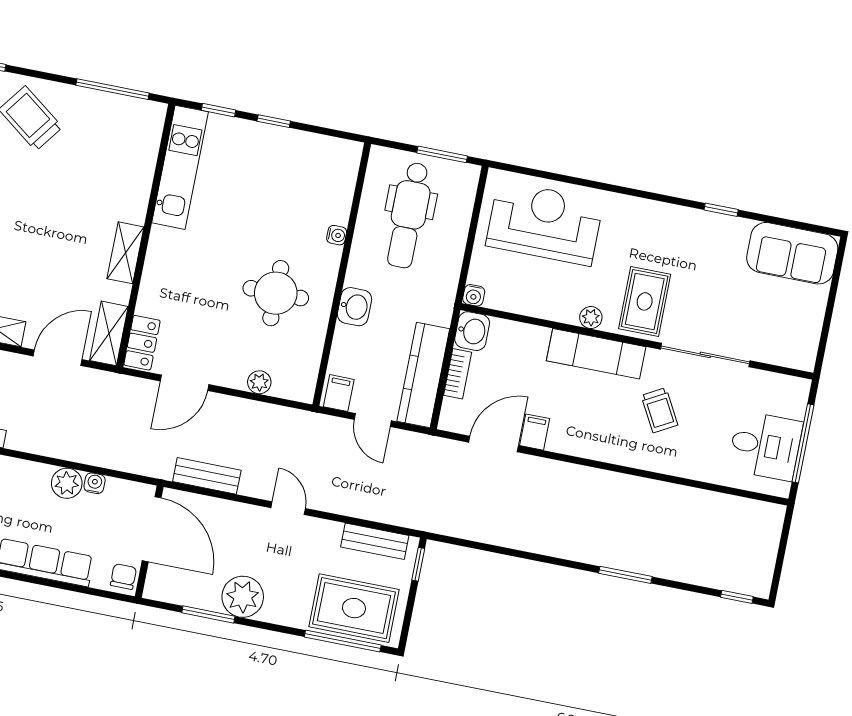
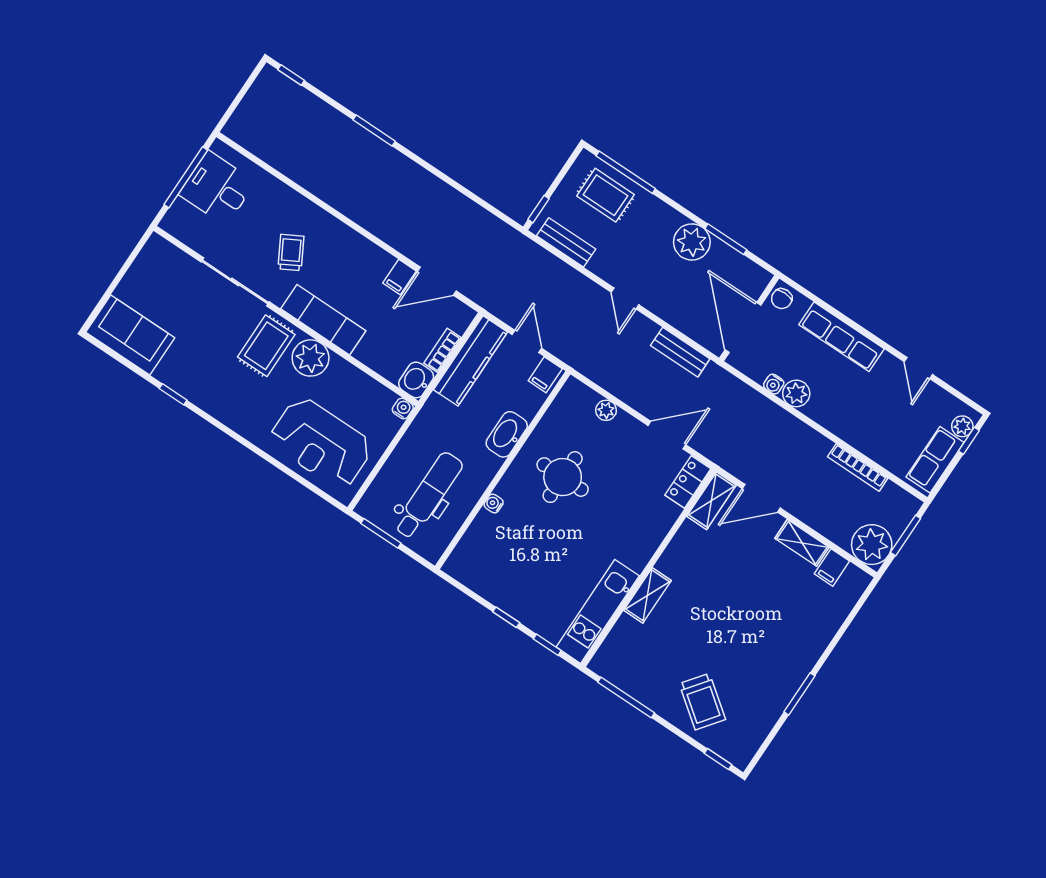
shelving: (125, 253) -> (647, 595), moved
washbasin: (355, 307) -> (507, 434), width x1.38
plant: (591, 318) -> (311, 358), width x1.87, depth x1.87
rug: (354, 608) -> (605, 195), width x0.73, depth x0.70

